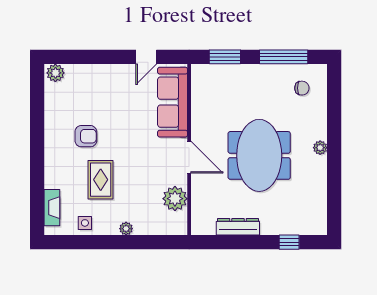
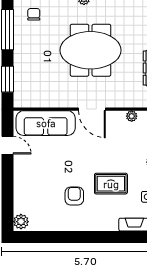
door: (189, 157) -> (92, 109), swing flipped
plant: (175, 199) -> (132, 116), width x0.53, depth x0.53

